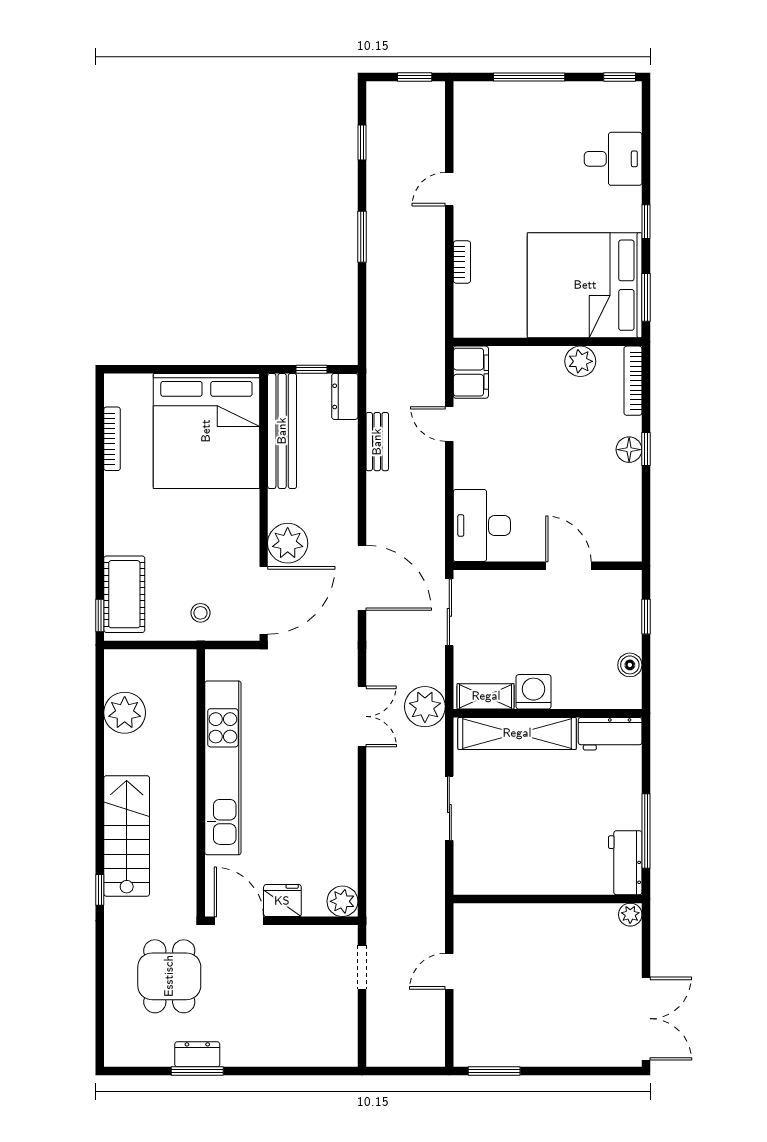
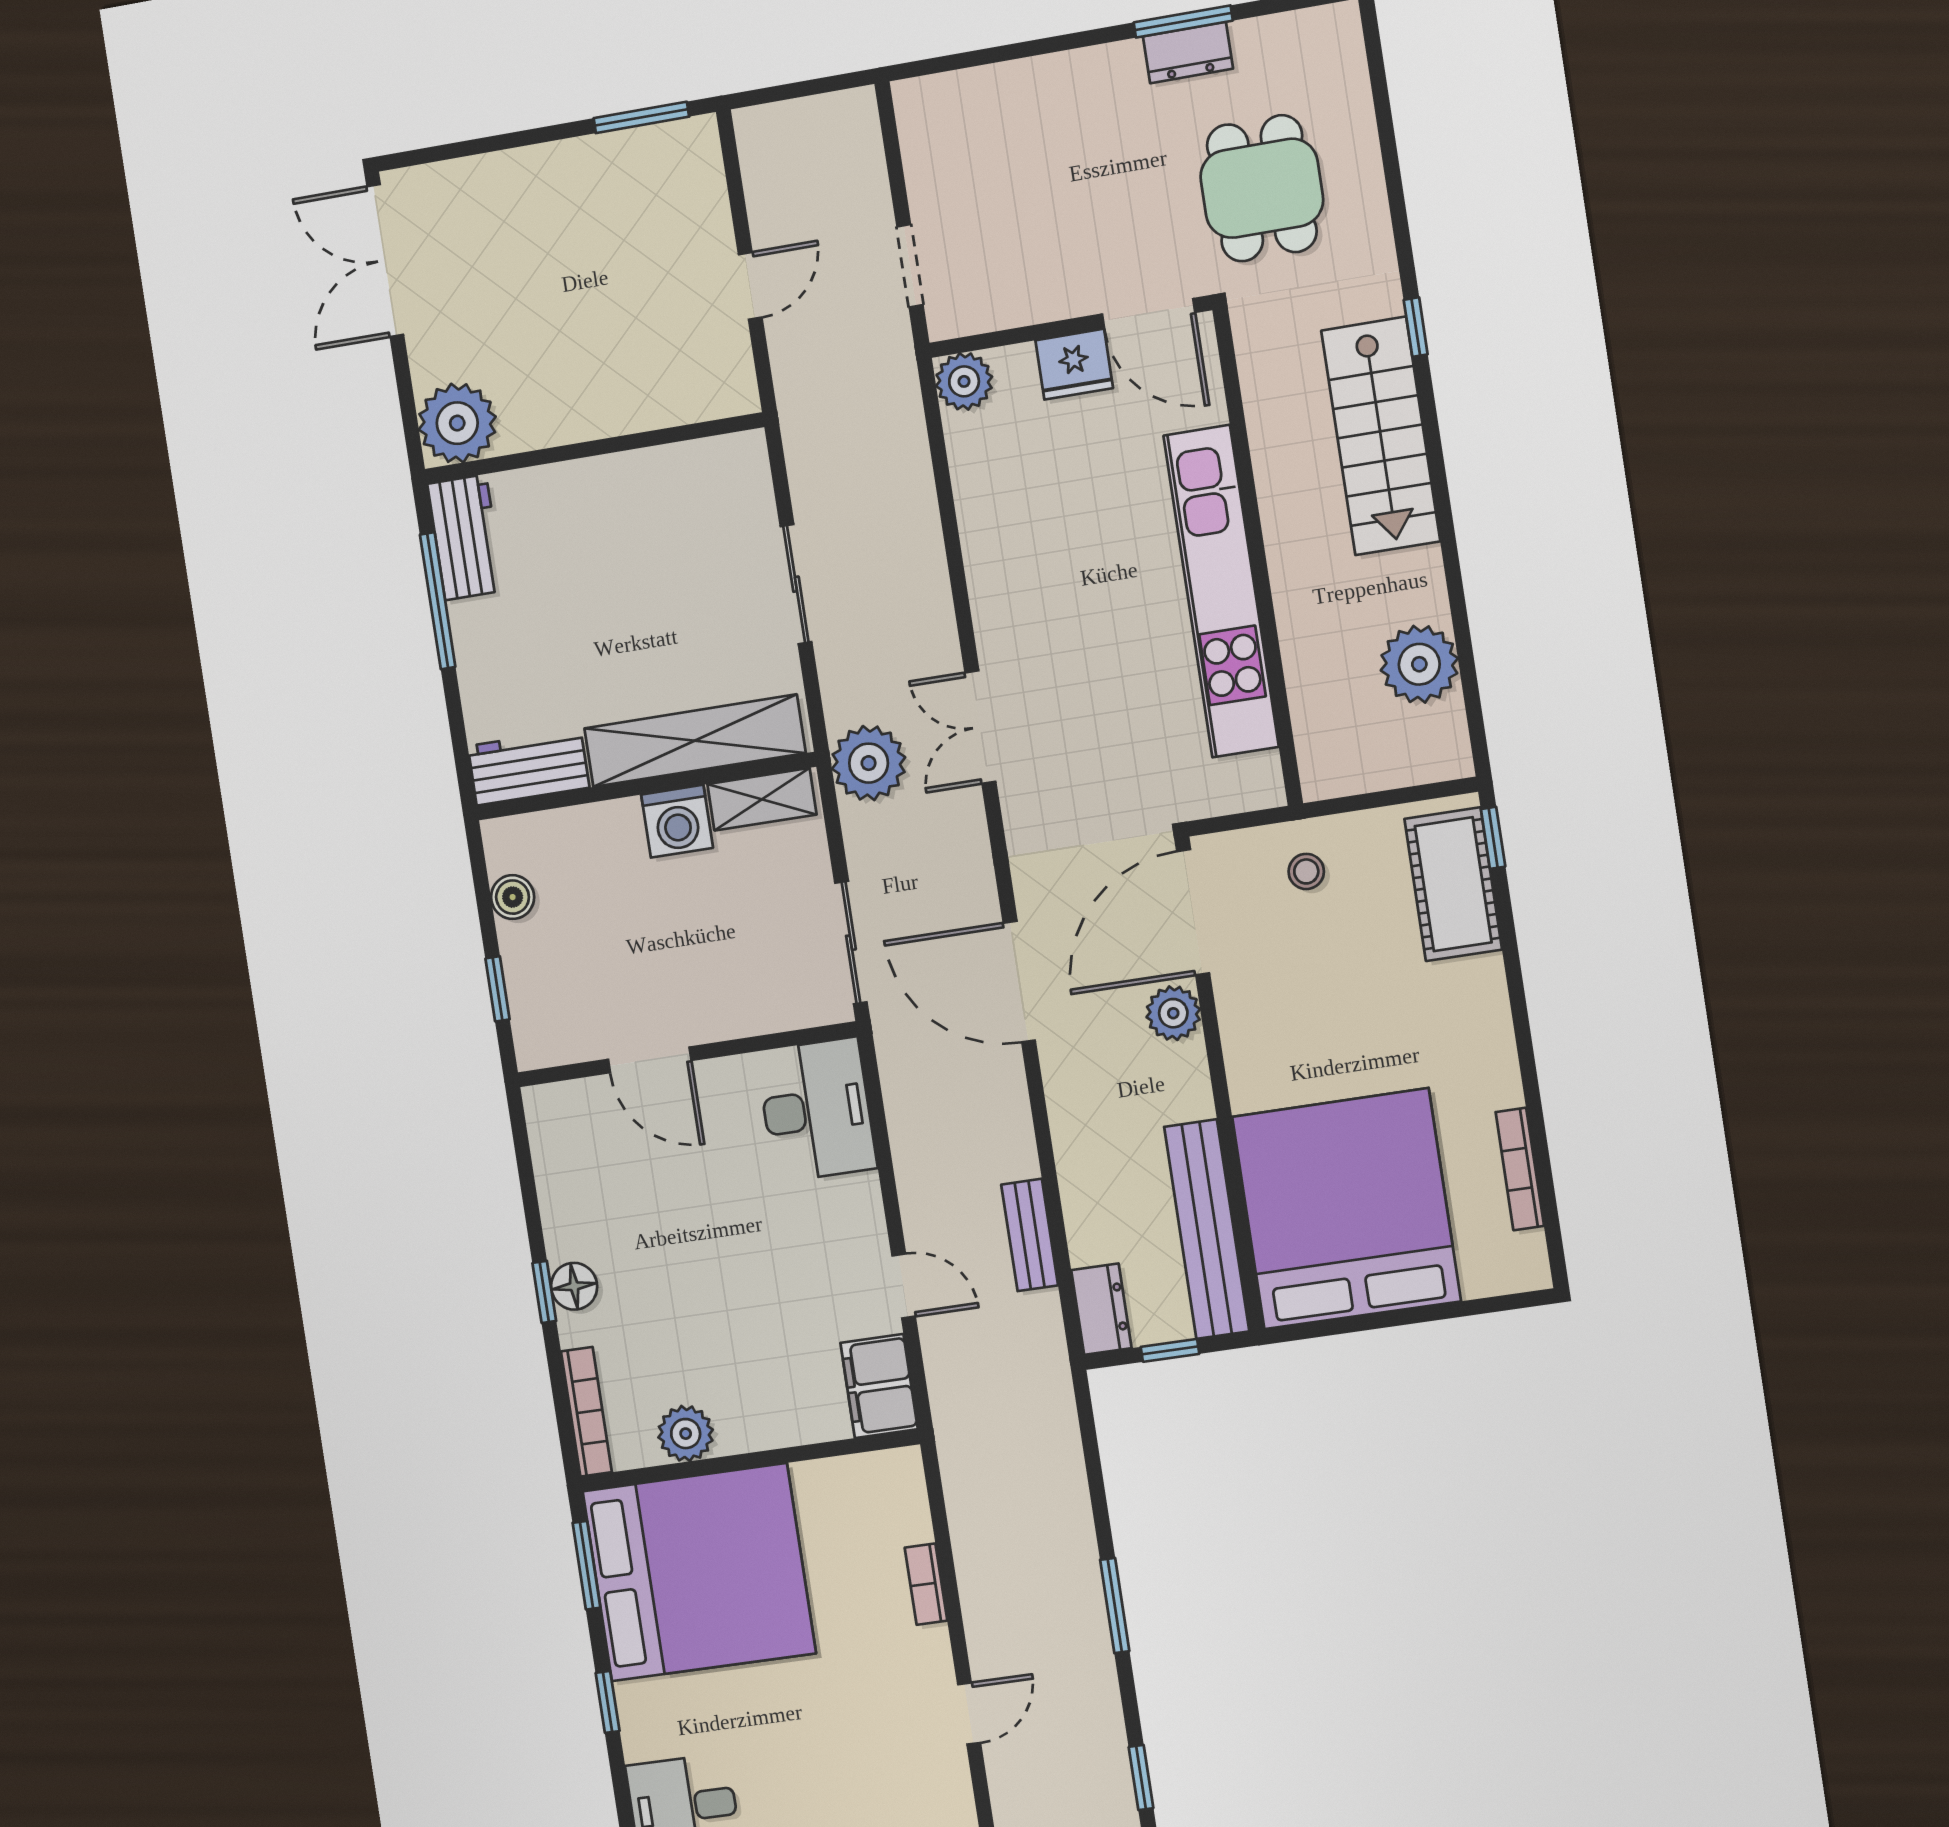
plant: (288, 543) -> (1173, 1013), width x0.73, depth x0.73
plant: (630, 915) -> (457, 423), width x1.87, depth x1.87

